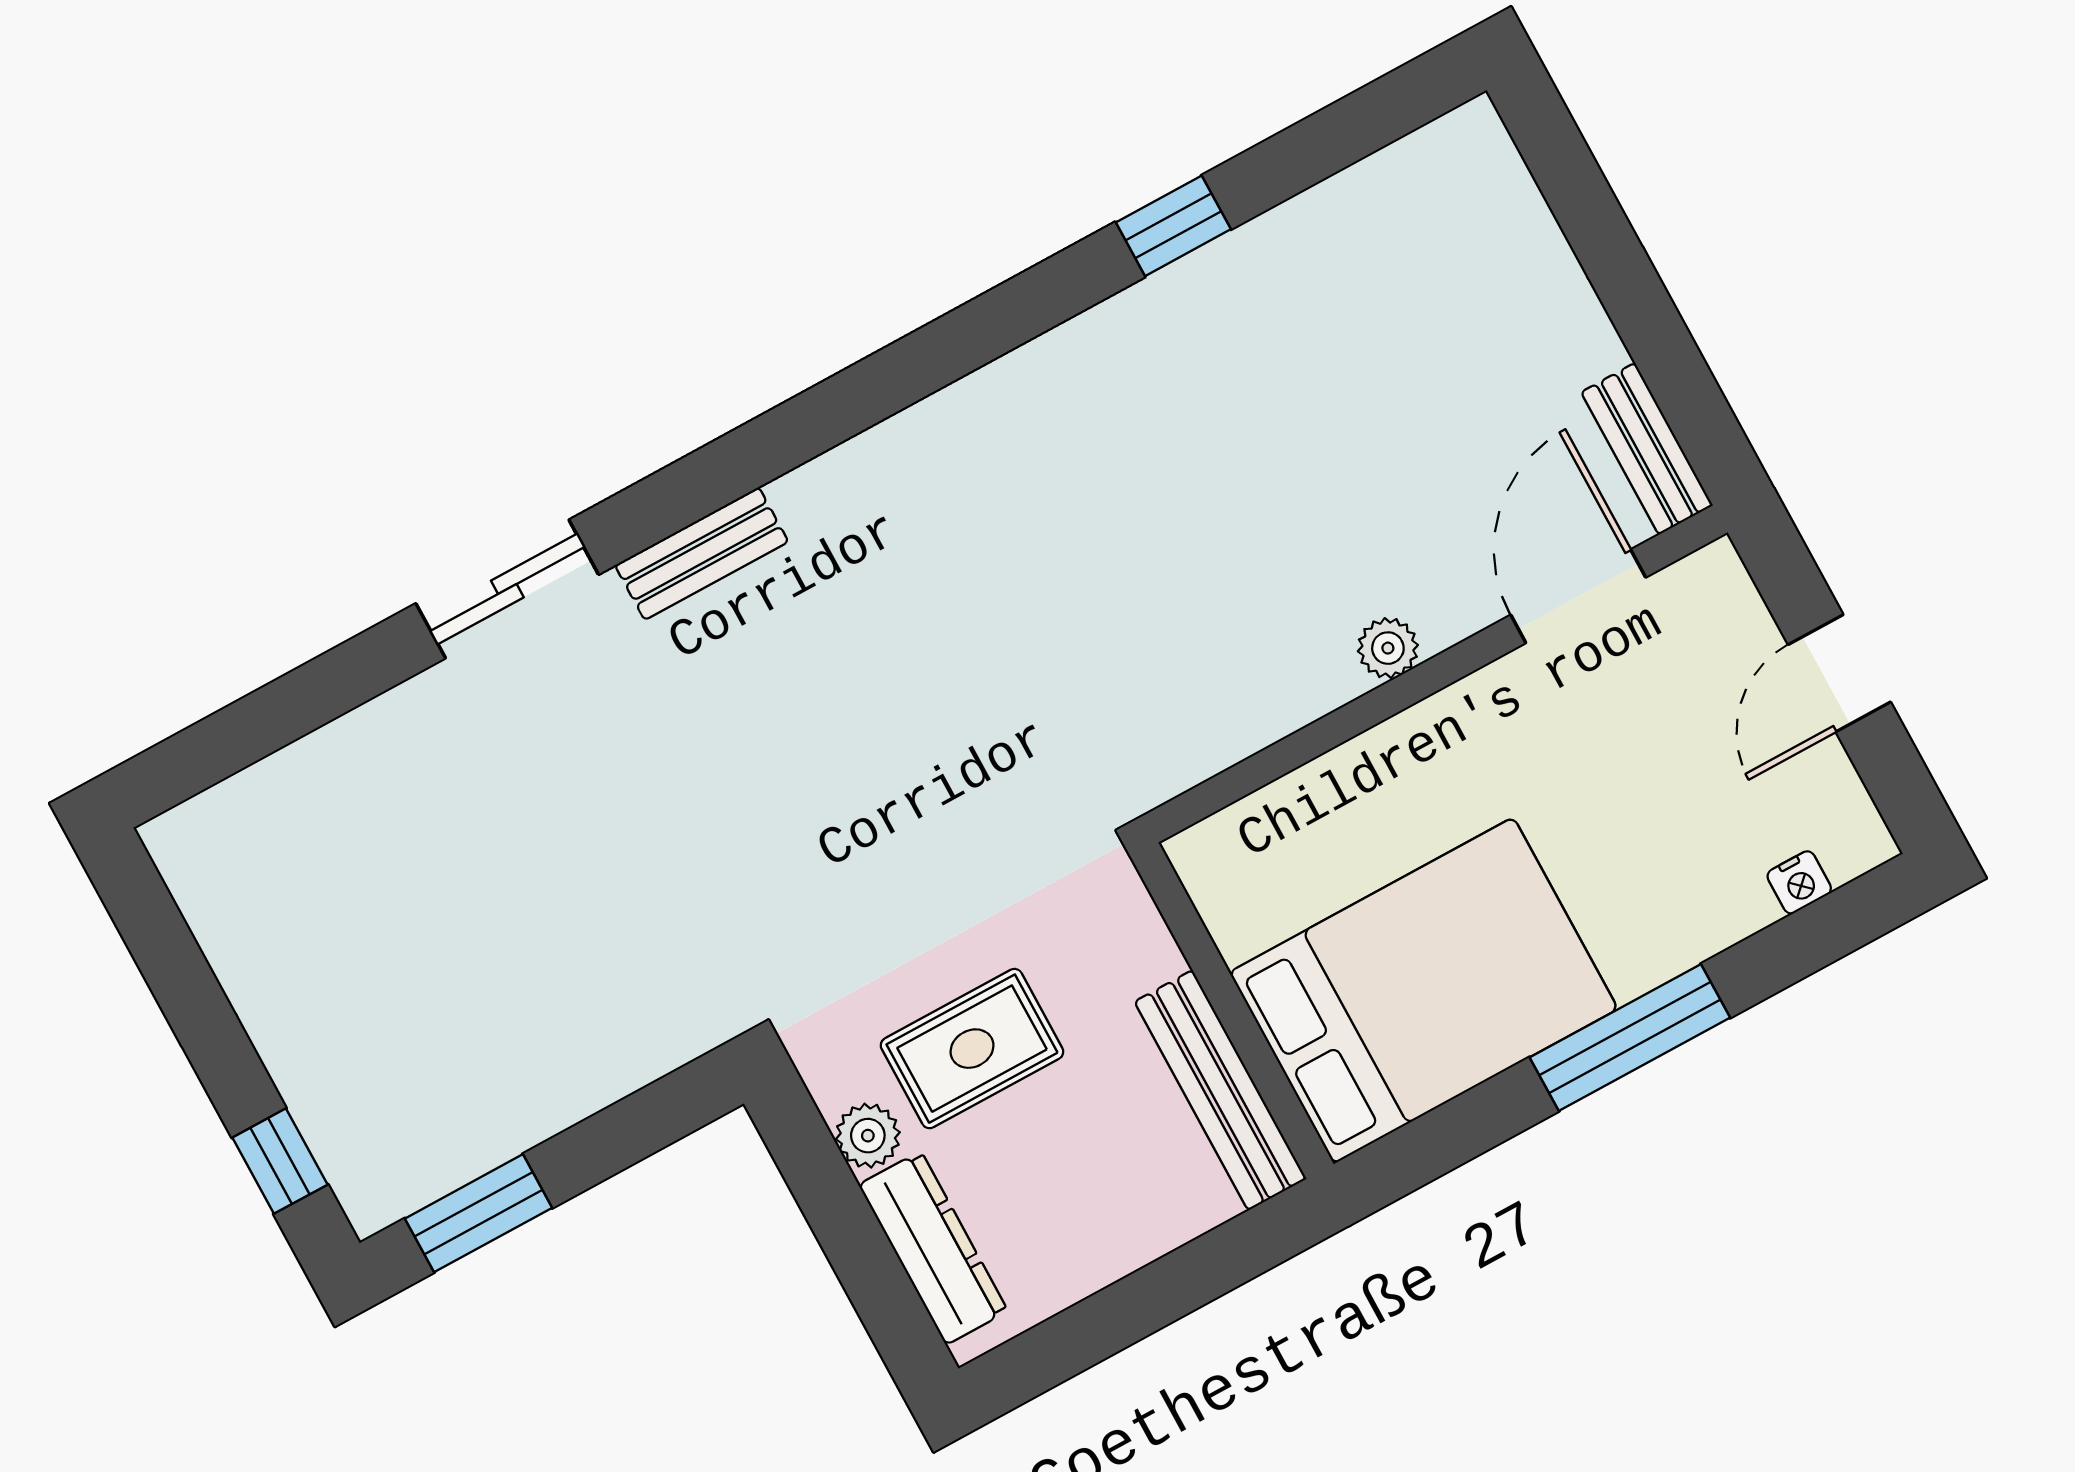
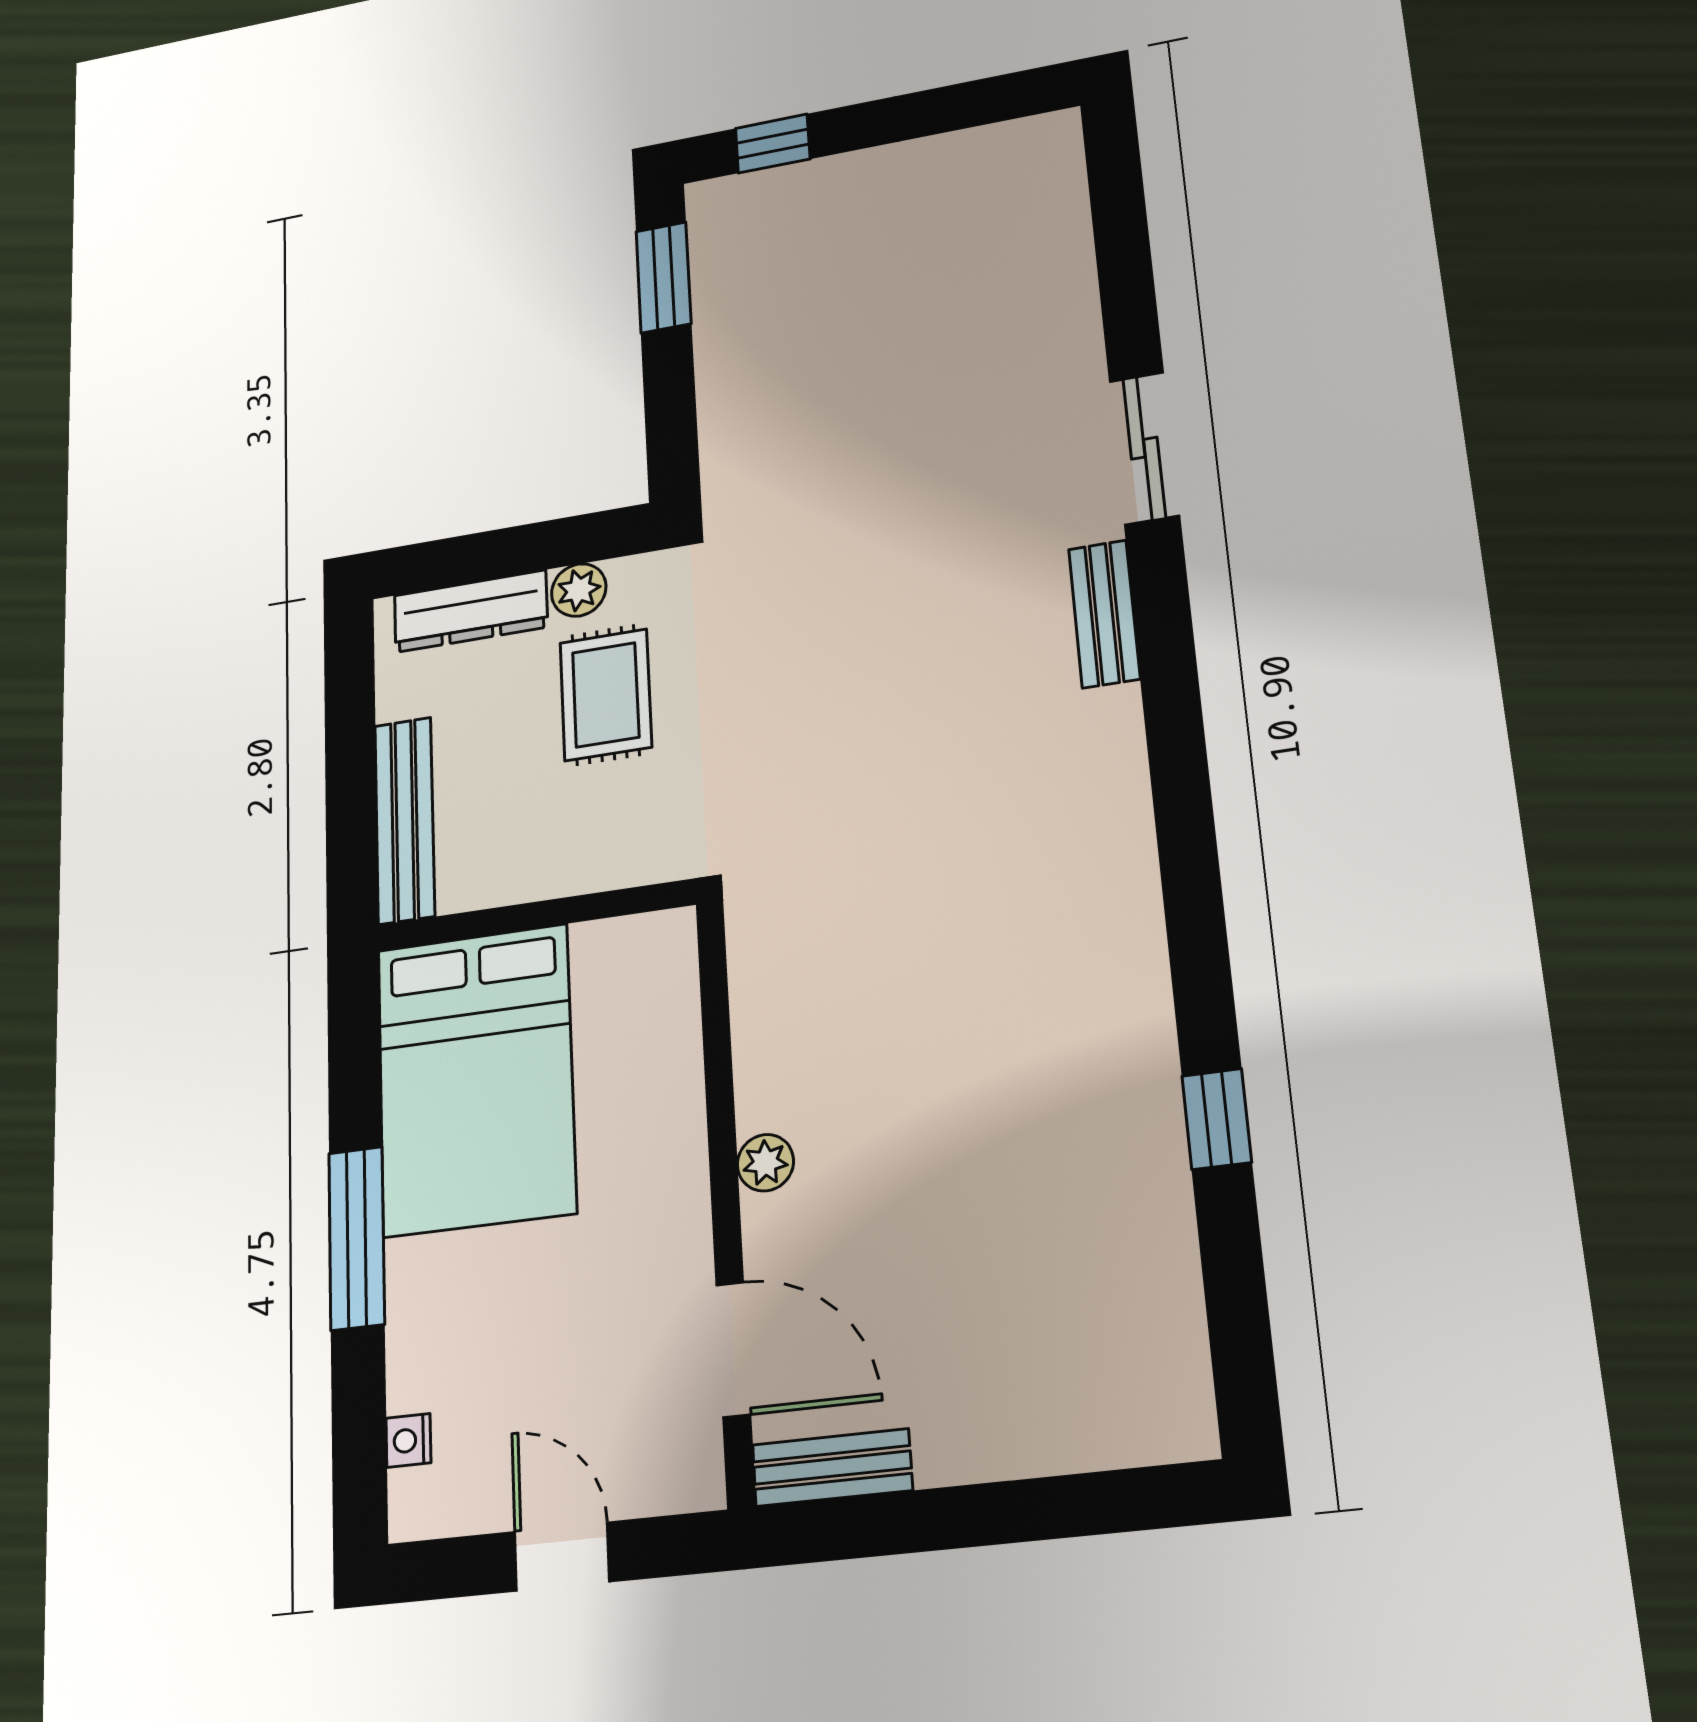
bench: (1220, 1090) -> (405, 820), moved, turned 90

